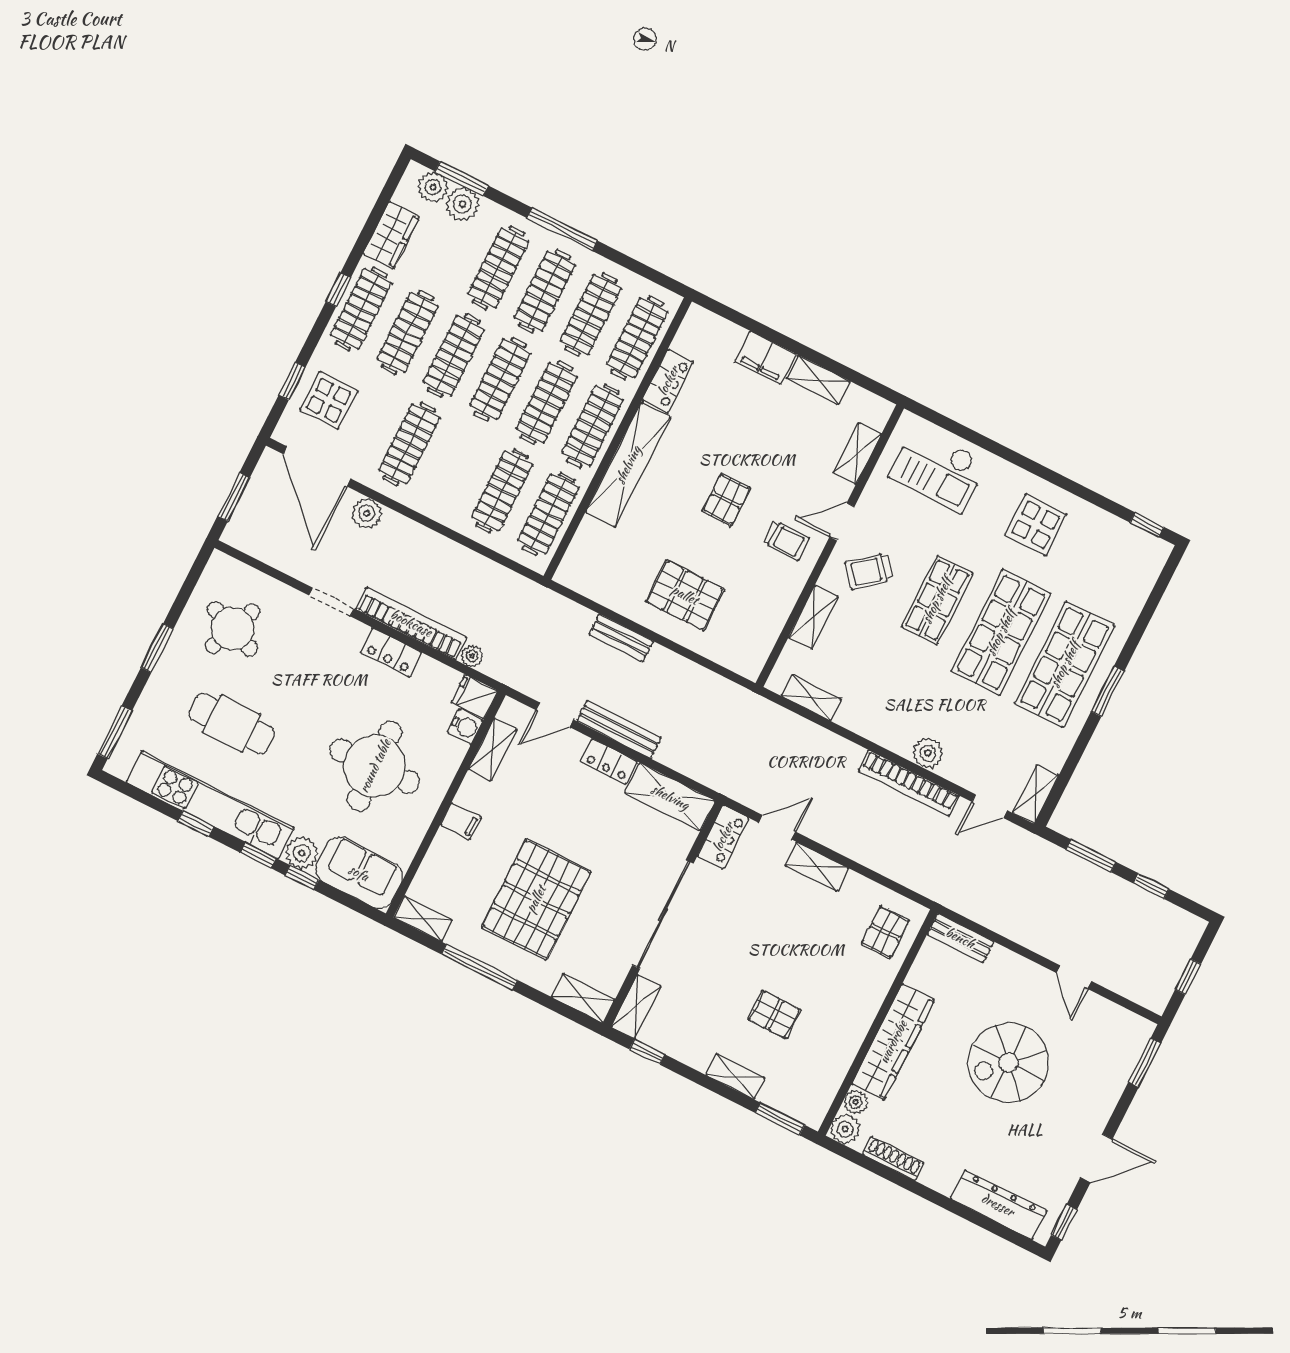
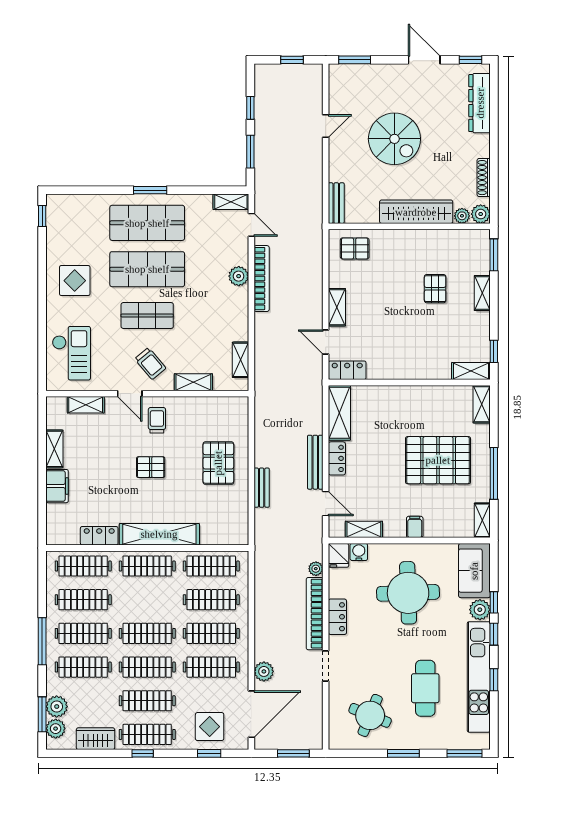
clothes rail: (546, 403) -> (211, 633), moved
sliding door: (663, 914) -> (410, 382), removed

